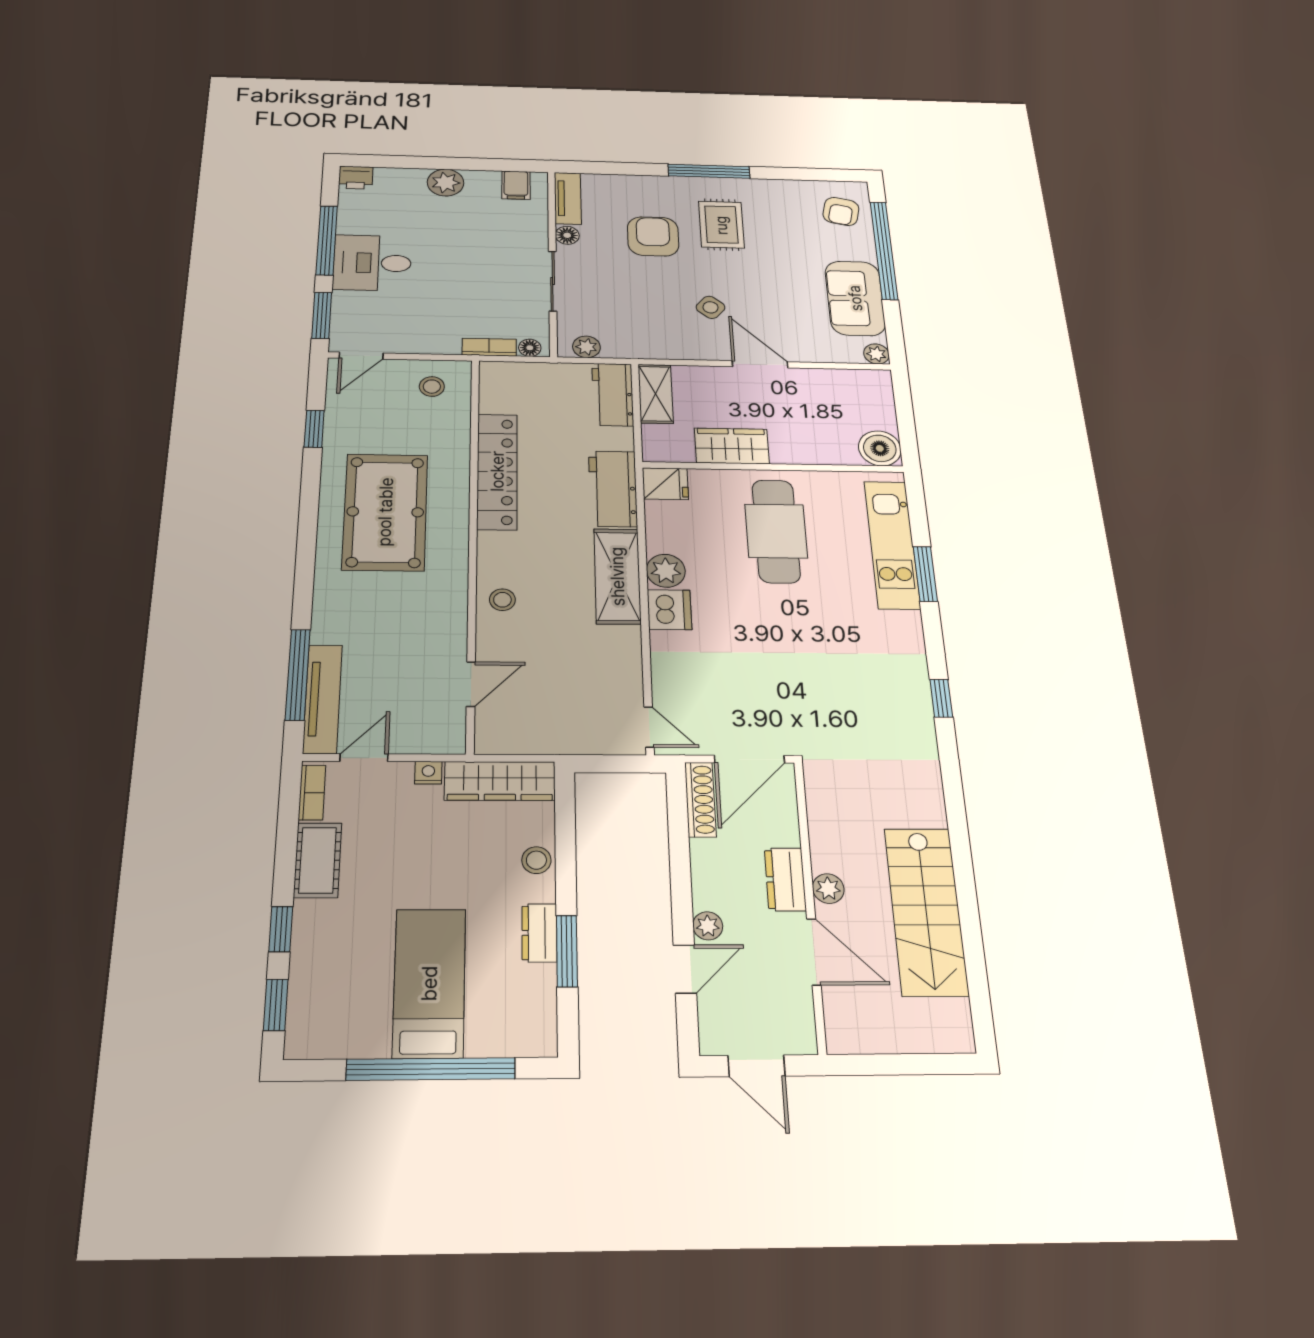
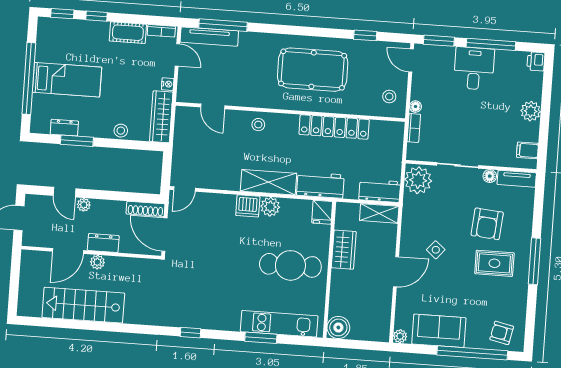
armchair: (653, 236) -> (487, 224), turned 95
plant: (586, 347) -> (418, 180), width x1.88, depth x1.88
floor lamp: (530, 348) -> (415, 107), moved
dresser: (539, 933) -> (64, 128), moved

